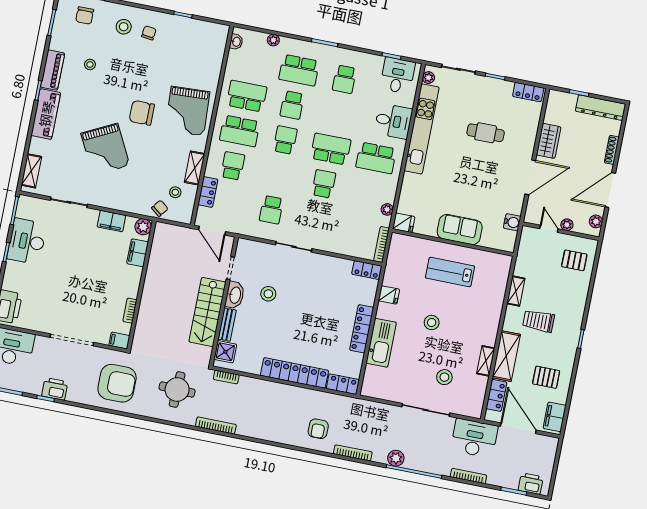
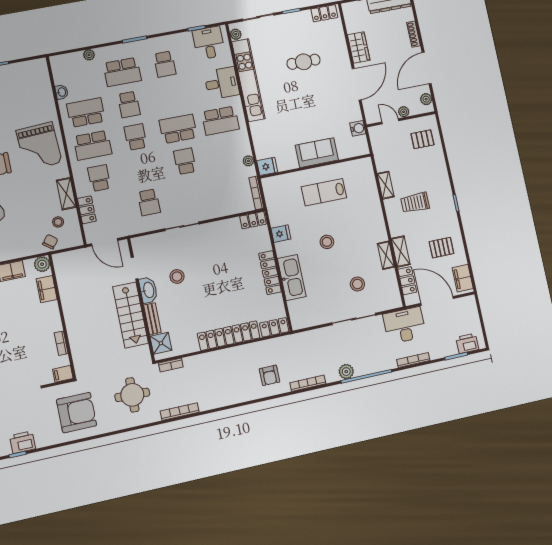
washbasin: (236, 42) -> (62, 92), moved
shelving: (506, 356) -> (401, 251), width x0.67, depth x0.75

